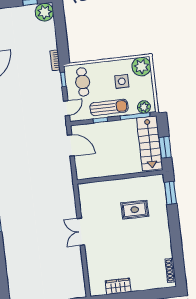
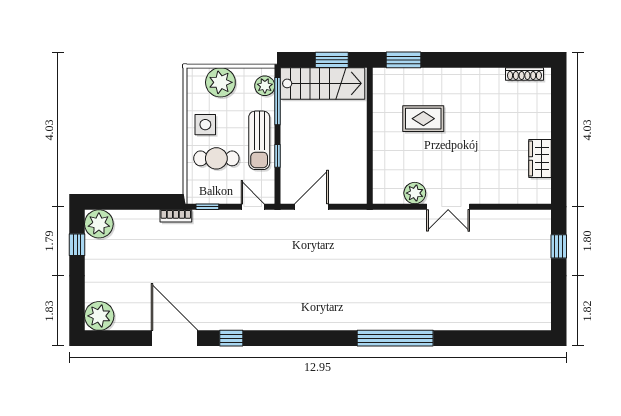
plant: (141, 67) -> (220, 82), moved
side table: (122, 81) -> (205, 125), moved
cafe table: (83, 82) -> (216, 158), moved
sun lounger: (109, 107) -> (259, 140), turned 180
plant: (87, 210) -> (415, 193), added
rug: (135, 210) -> (423, 119), turned 90

